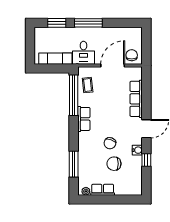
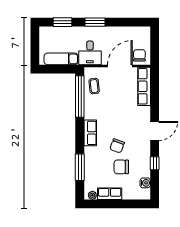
window: (88, 23) -> (95, 22), width x0.69
row of seats: (136, 99) -> (144, 86), moved
row of seats: (84, 119) -> (90, 133), moved
water cooler: (137, 150) -> (145, 183), moved

